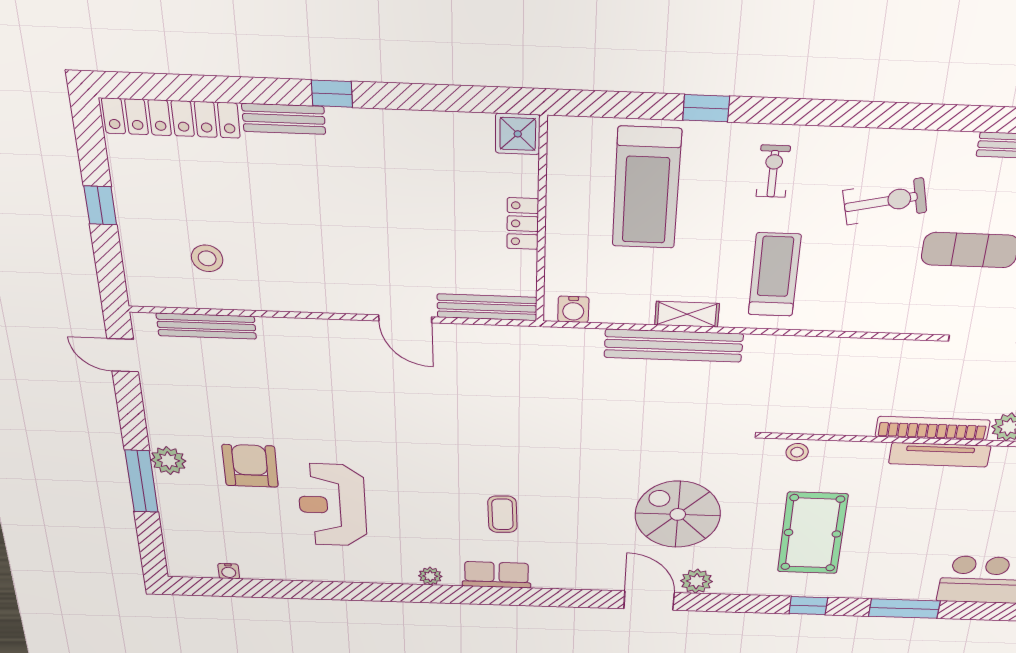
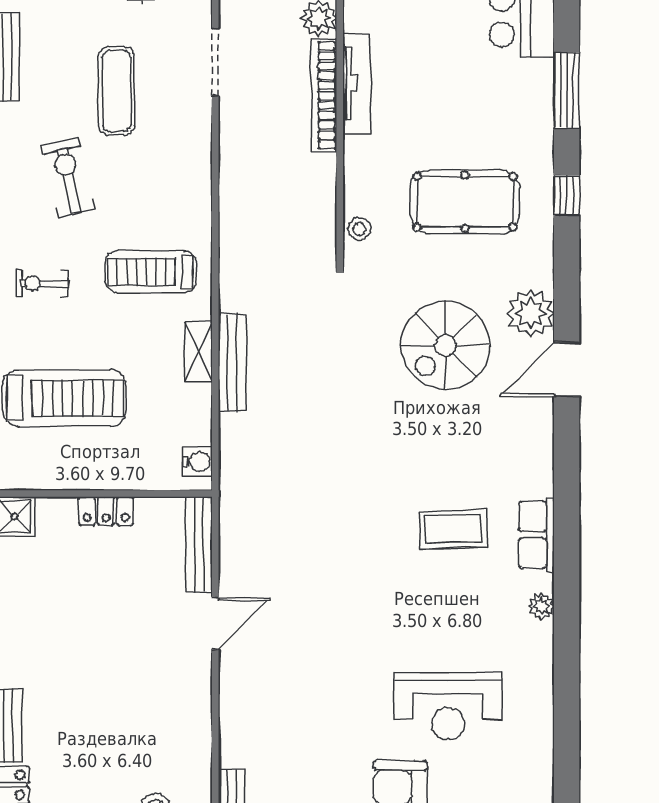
bench: (674, 346) -> (232, 363), width x0.73, depth x0.82
coffee table: (502, 514) -> (453, 529), width x1.36, depth x1.30
plant: (696, 581) -> (530, 313), width x1.36, depth x1.36

